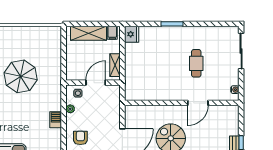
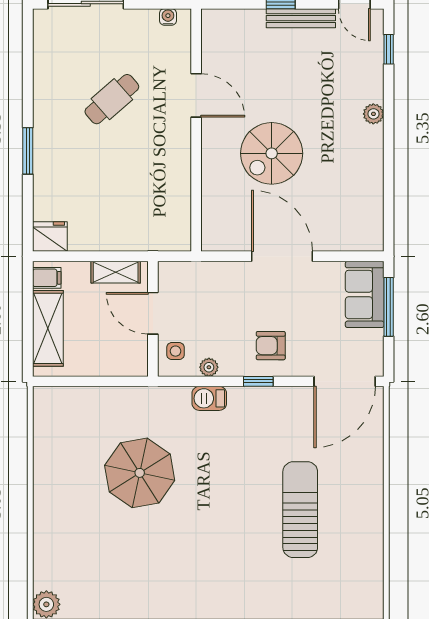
cafe table: (196, 63) -> (112, 99), turned -41
barbecue: (56, 120) -> (209, 398), moved
window: (64, 132) -> (258, 381), added

